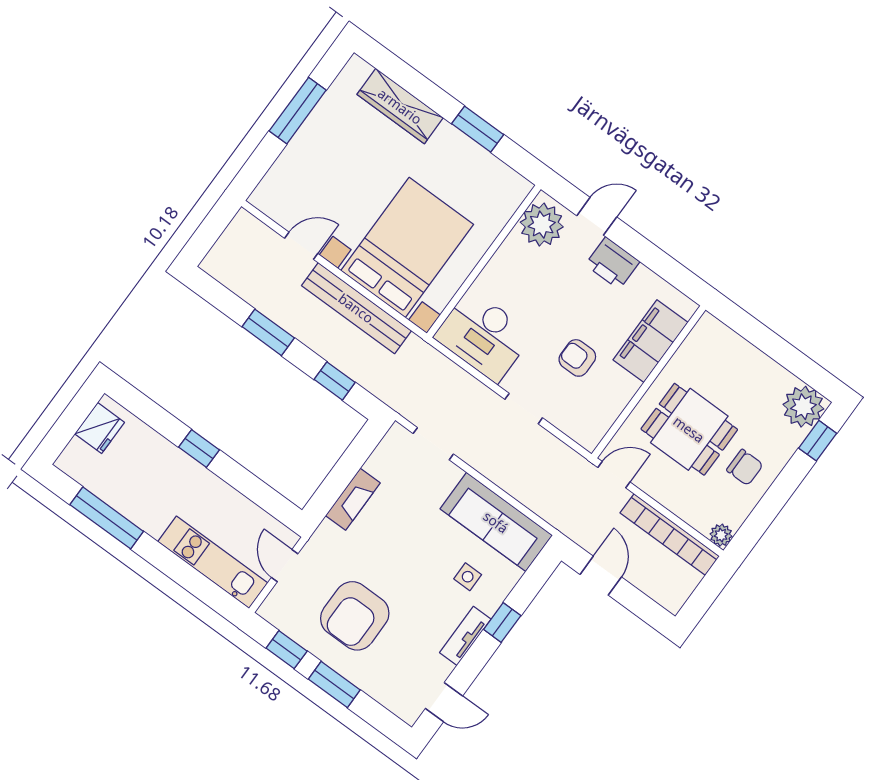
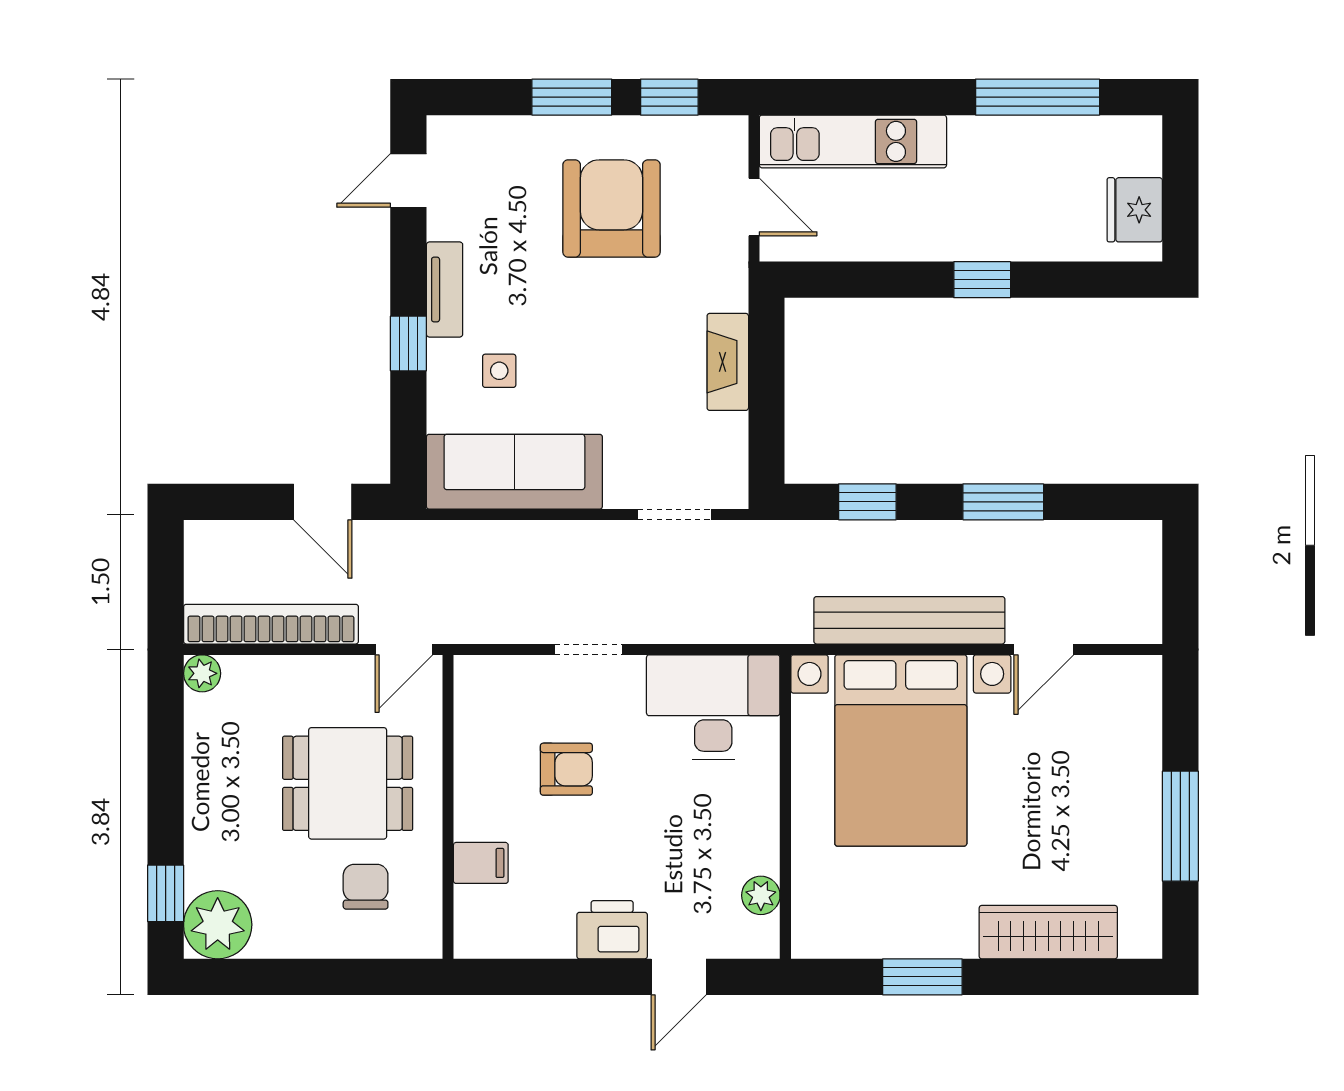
plant: (542, 225) -> (761, 895), width x0.53, depth x0.53
filing cabinet: (650, 341) -> (481, 863), width x0.33, depth x0.86
chair: (745, 467) -> (366, 887), moved, turned 90

